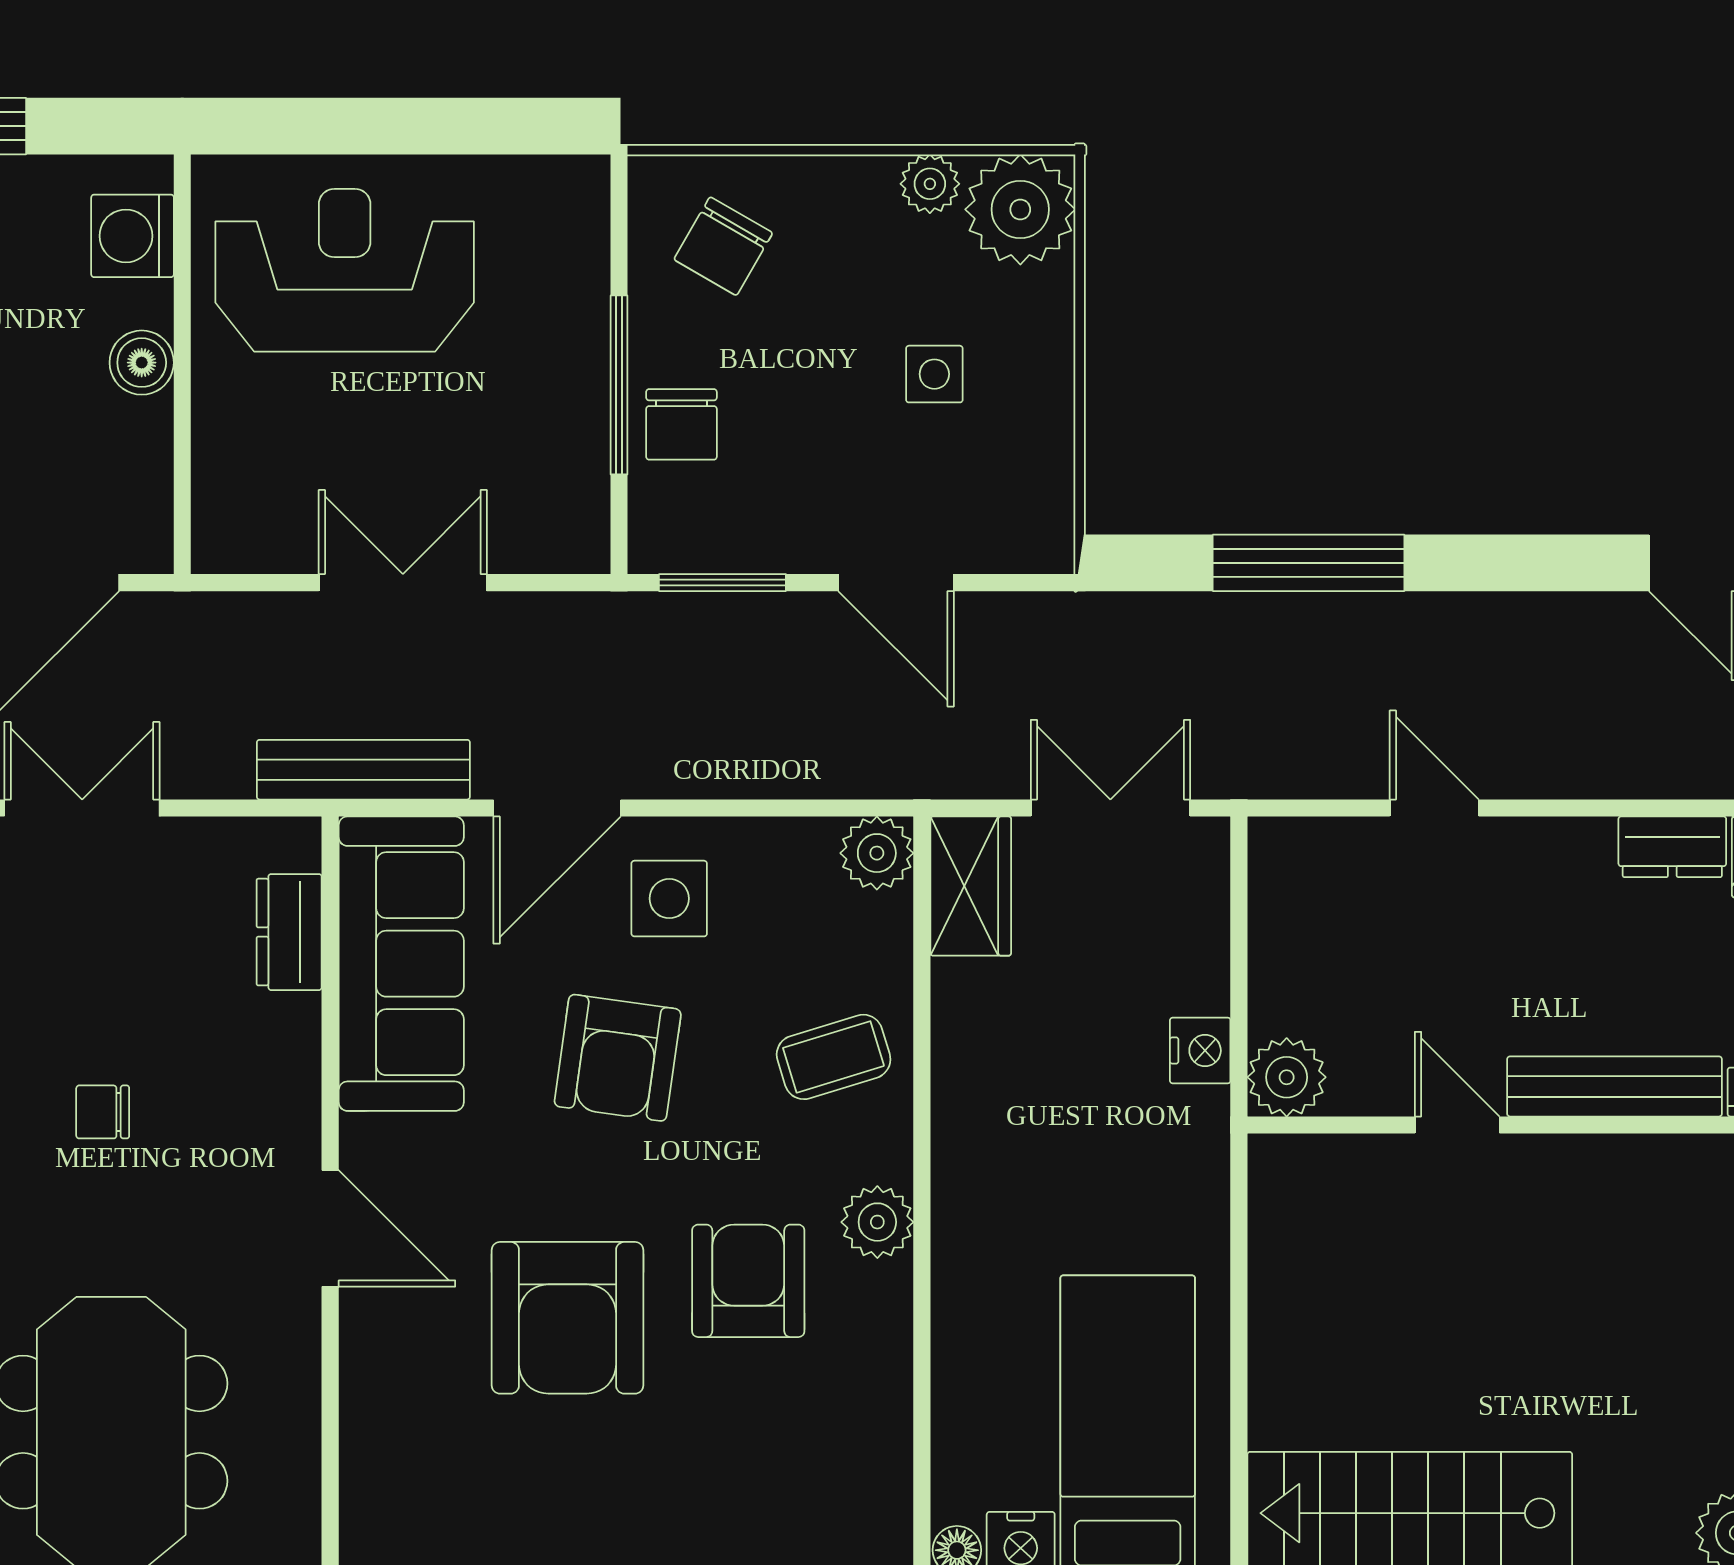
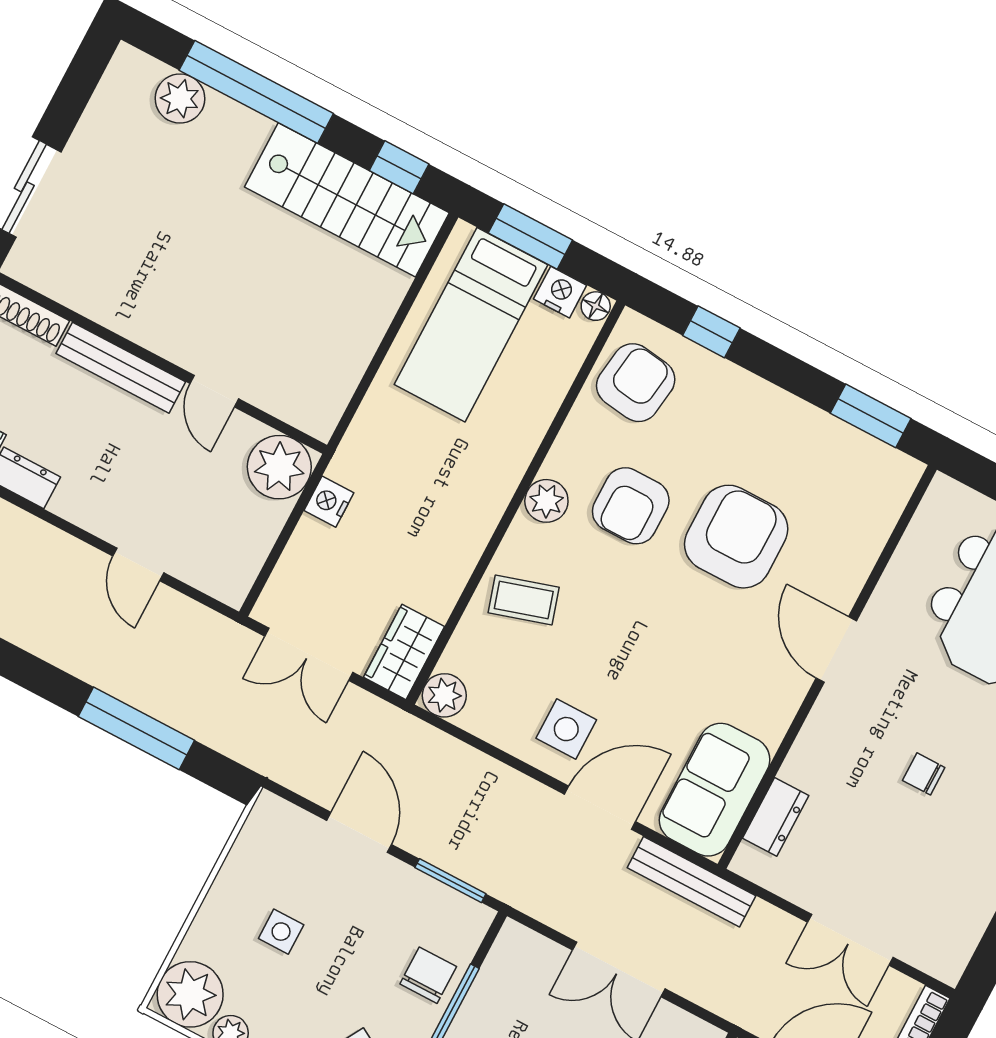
sofa: (401, 964) -> (715, 790), width x0.73
armchair: (618, 1058) -> (636, 383), moved
plant: (1287, 1077) -> (279, 467), width x1.36, depth x1.36
chair: (103, 1112) -> (924, 774), turned 180

